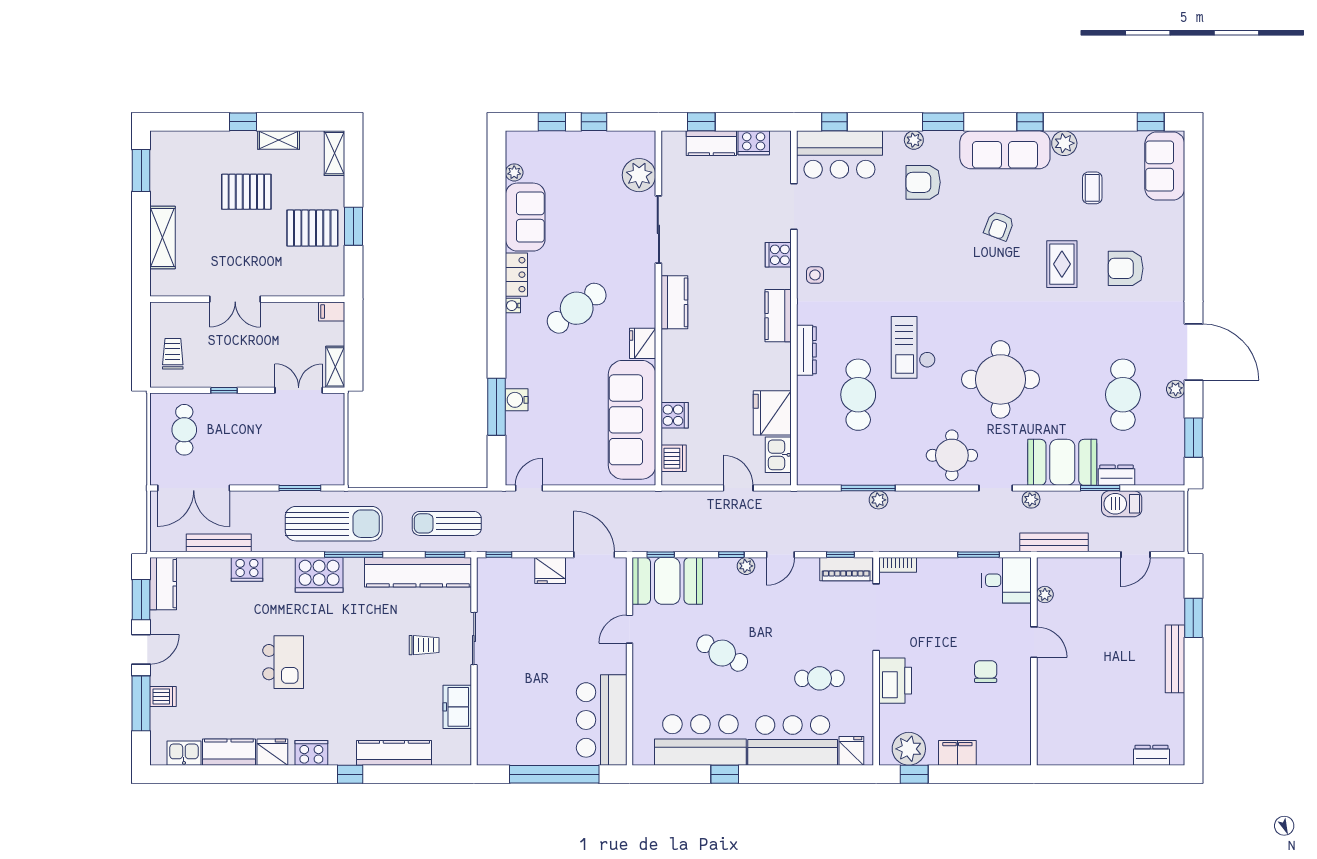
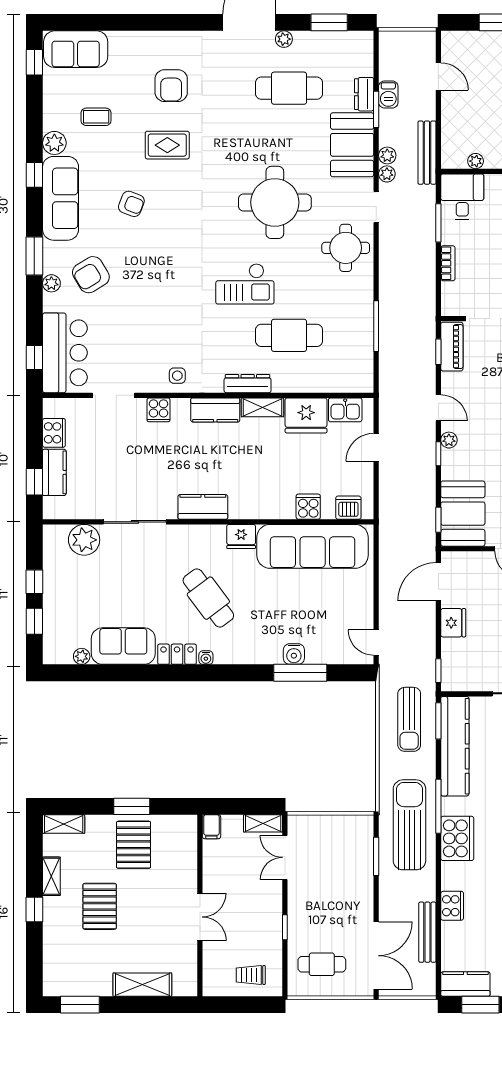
armchair: (923, 182) -> (91, 275), turned 59
shelving: (781, 366) -> (262, 407), added
plant: (879, 500) -> (387, 155), moved
barbecue: (1122, 504) -> (388, 95), width x0.73, depth x0.79
bookcase: (898, 565) -> (448, 263), moved

